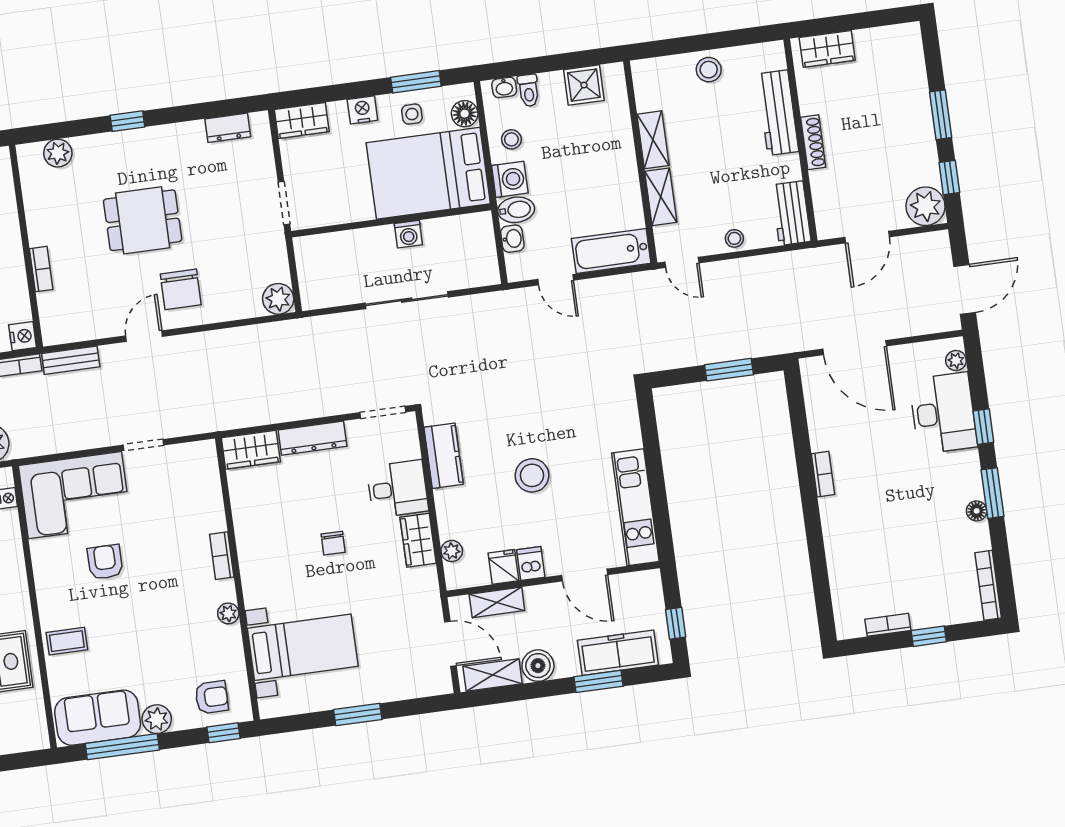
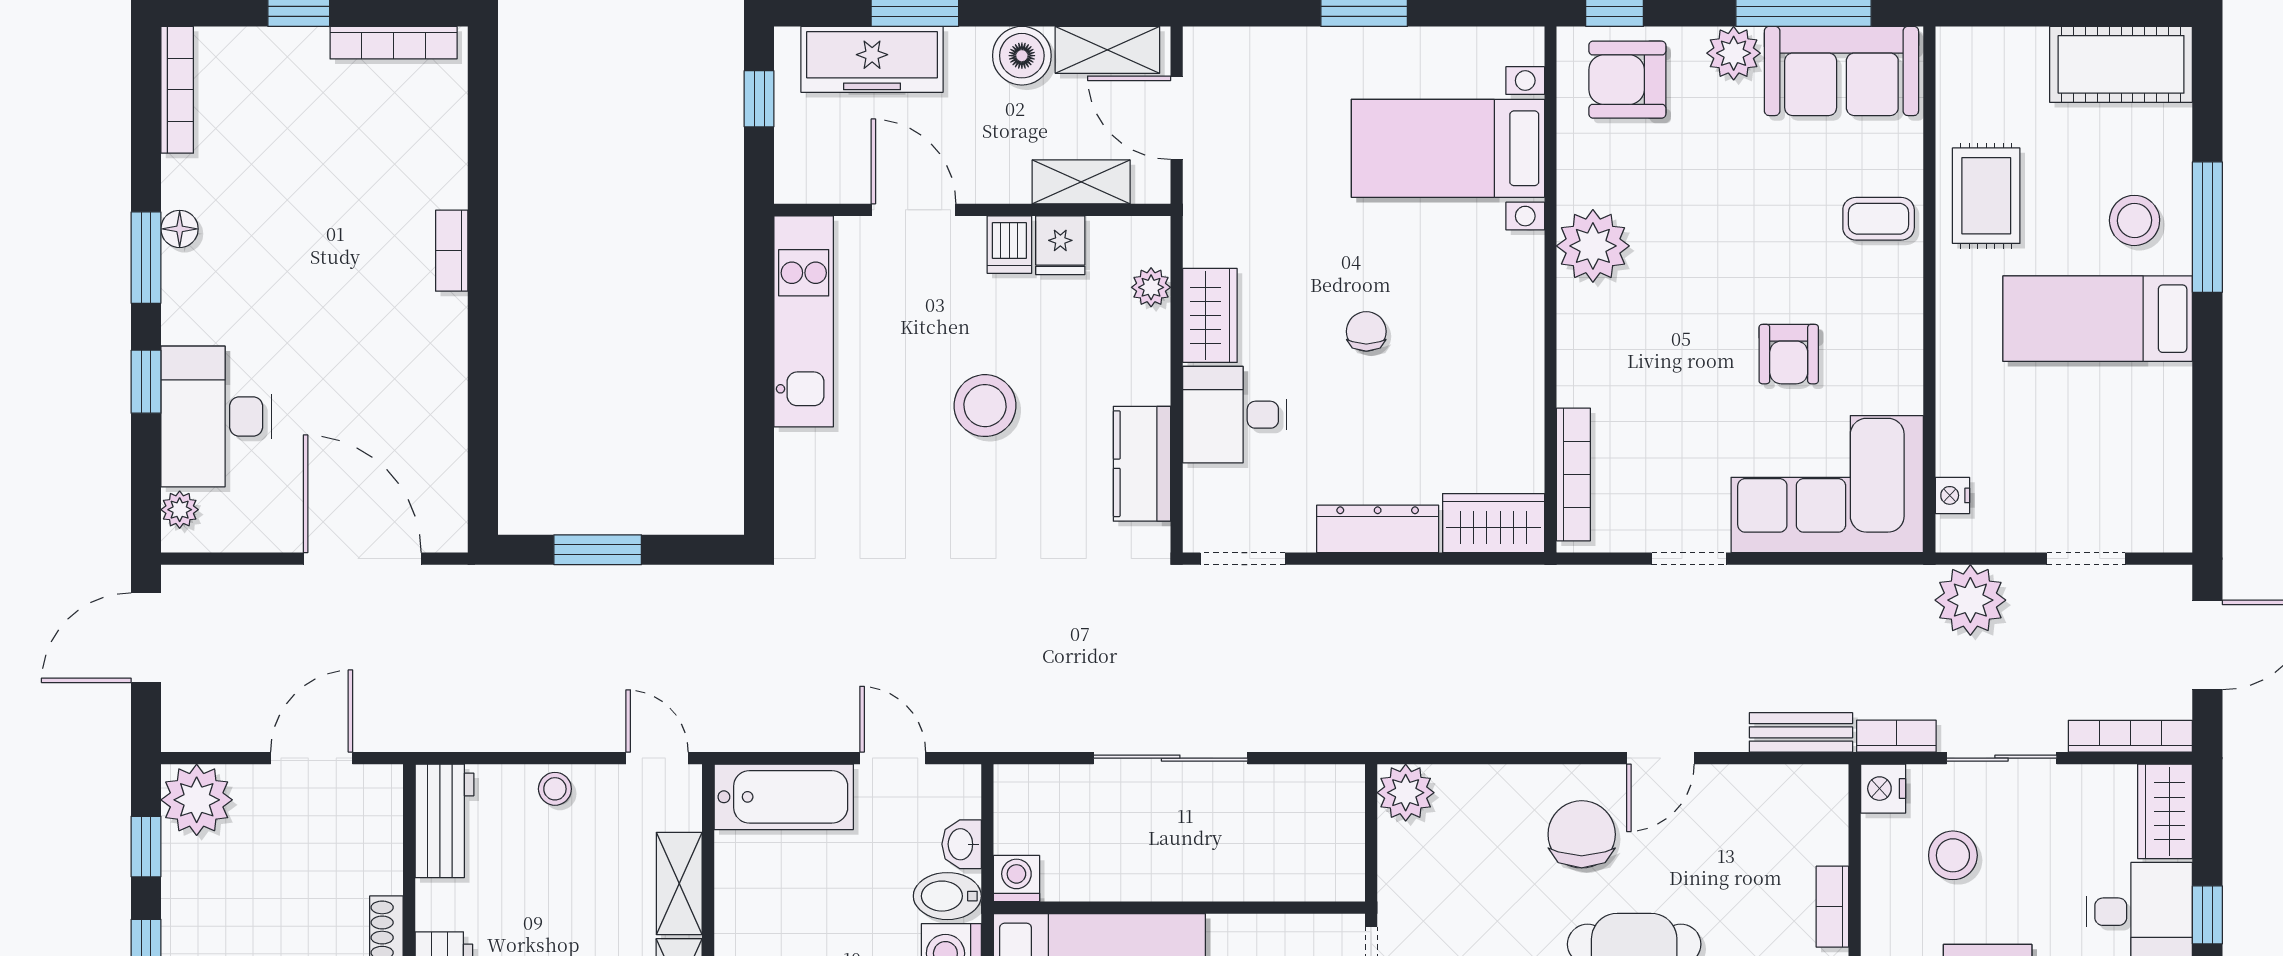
washing machine: (408, 234) -> (1016, 879), moved
bookcase: (823, 474) -> (452, 251), moved
bookcase: (222, 556) -> (1573, 474), moved, width x1.56
plant: (228, 613) -> (1593, 246), width x1.88, depth x1.88
bookcase: (888, 625) -> (394, 43), width x1.56
armchair: (212, 697) -> (1627, 80), width x1.38, depth x1.38

